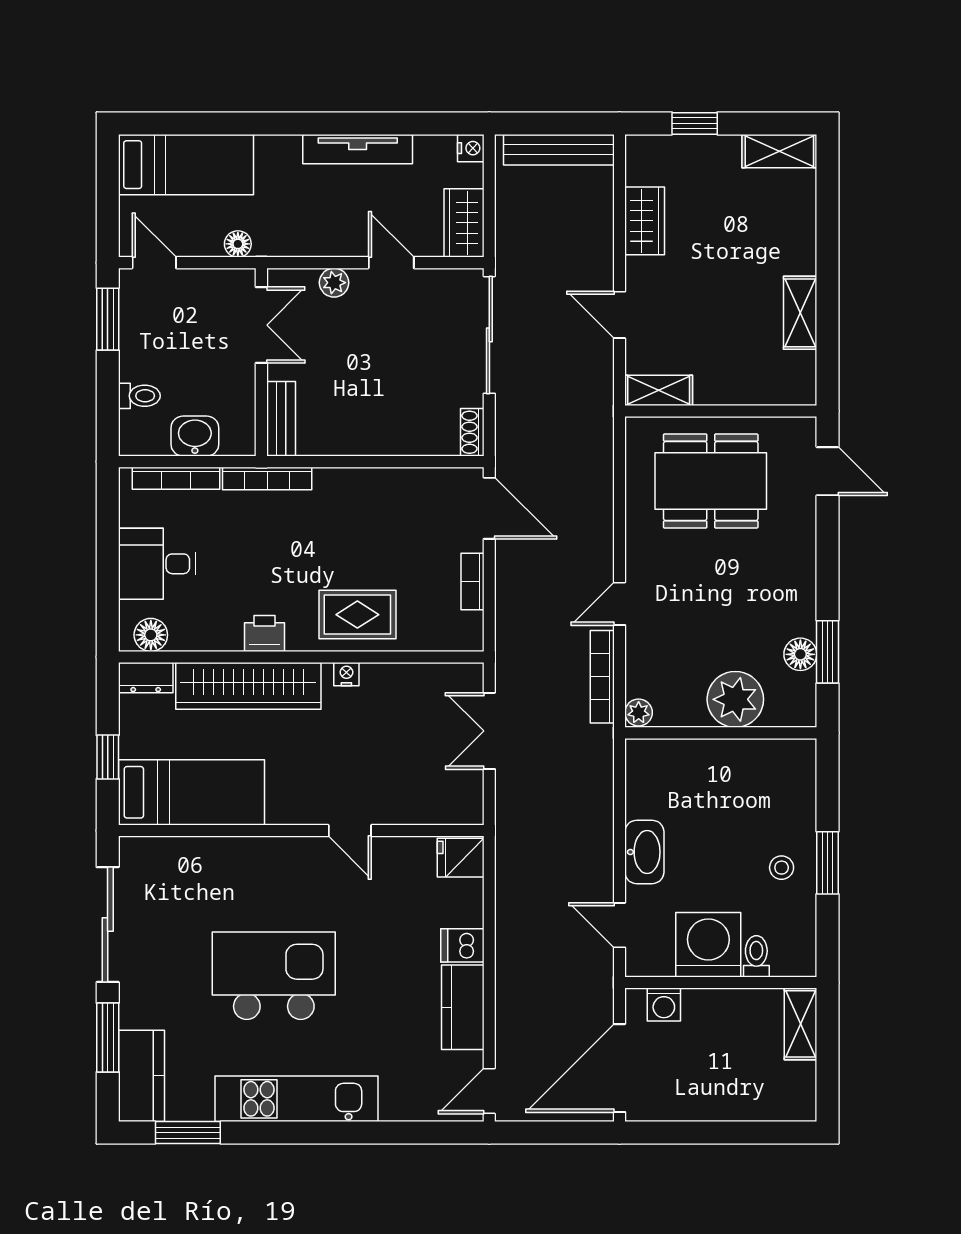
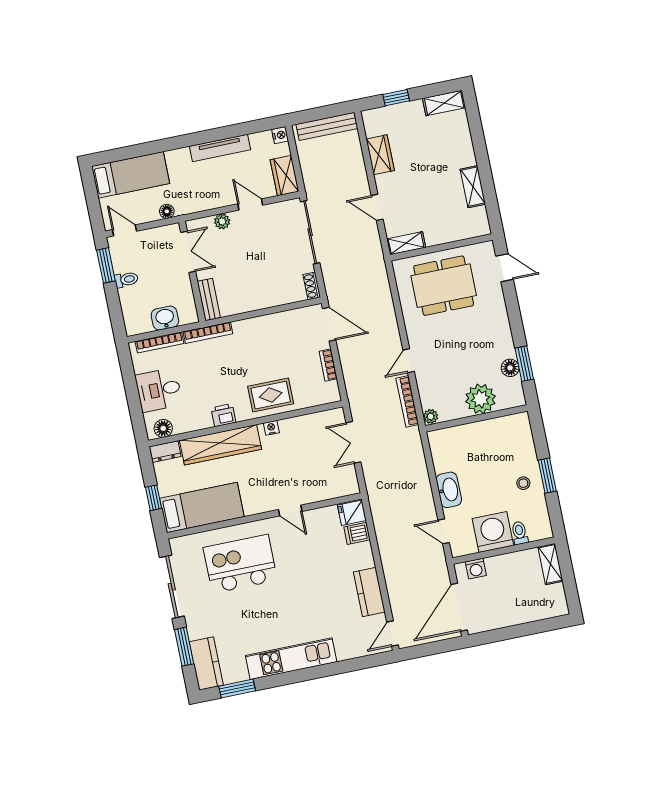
toilet: (139, 396) -> (126, 280), moved
dishwasher: (462, 945) -> (357, 533), moved
kitchen island: (274, 976) -> (240, 564), moved

